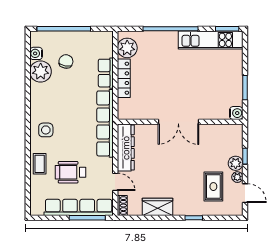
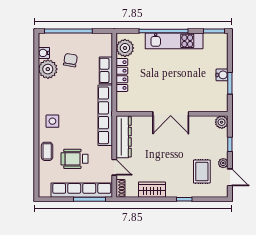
kitchen unit: (211, 40) -> (174, 41), moved
water cooler: (236, 113) -> (222, 75), moved
plant: (236, 163) -> (222, 122), moved

